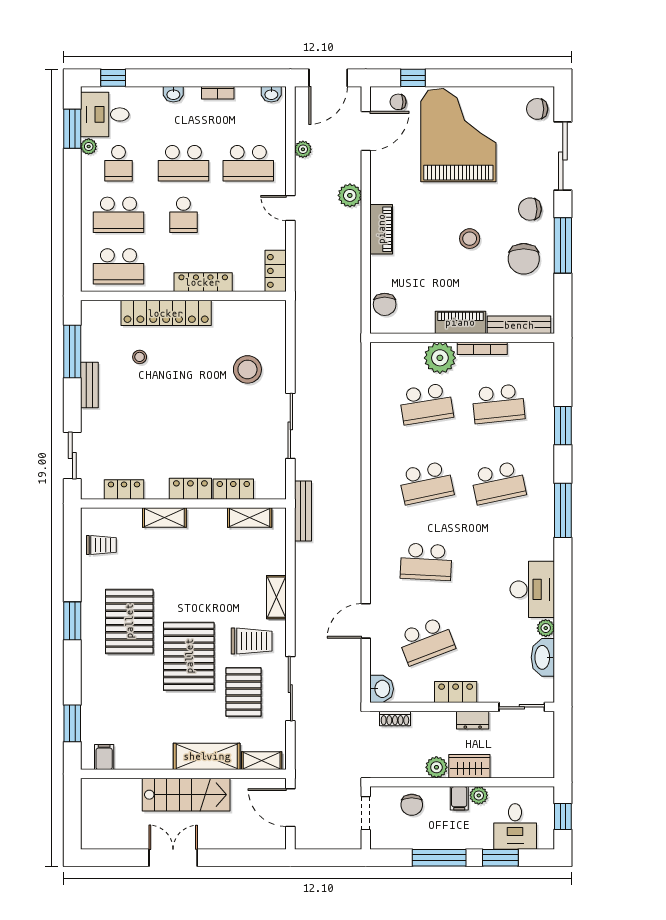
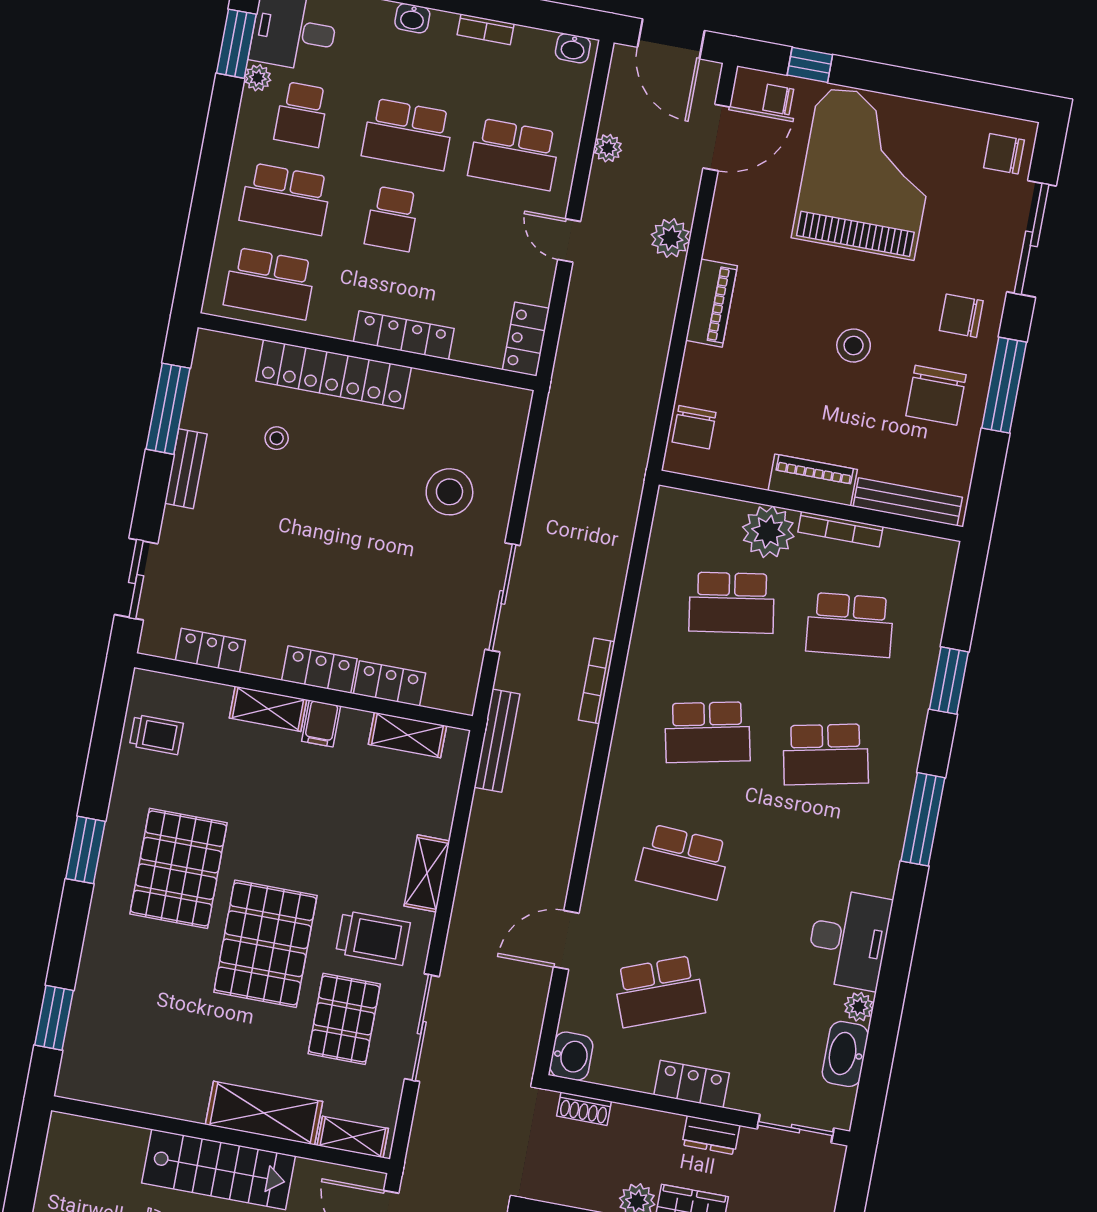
door: (328, 78) -> (671, 39), hinge flipped
bookcase: (355, 465) -> (597, 681), added
filing cabinet: (104, 757) -> (321, 724), moved, turned 180

